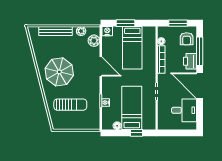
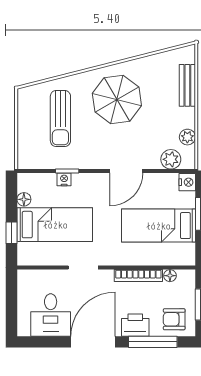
bench: (56, 31) -> (187, 85), width x0.73

